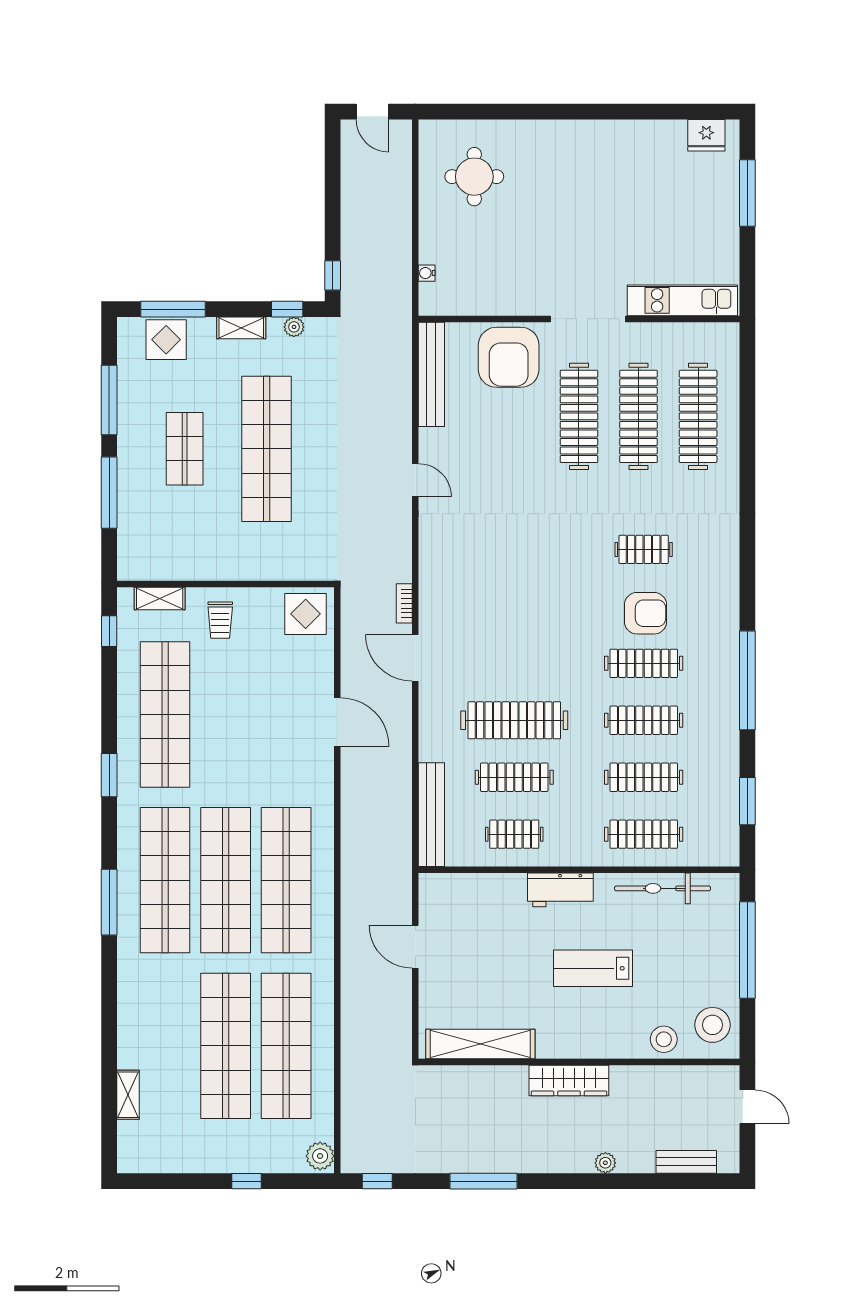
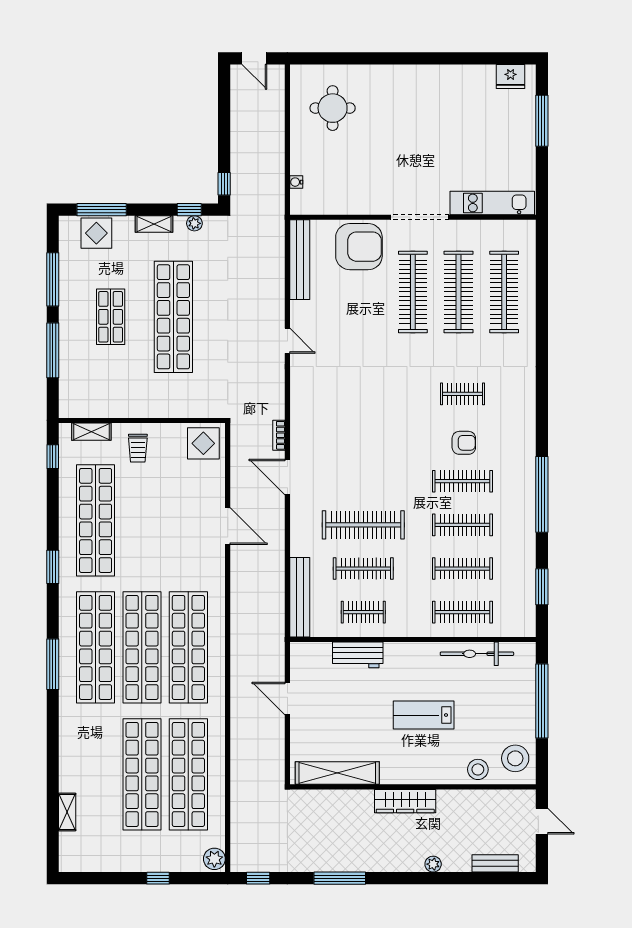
armchair: (509, 357) -> (359, 247), turned -90
armchair: (645, 613) -> (464, 443), width x0.72, depth x0.72
workbench: (560, 890) -> (358, 655), moved

